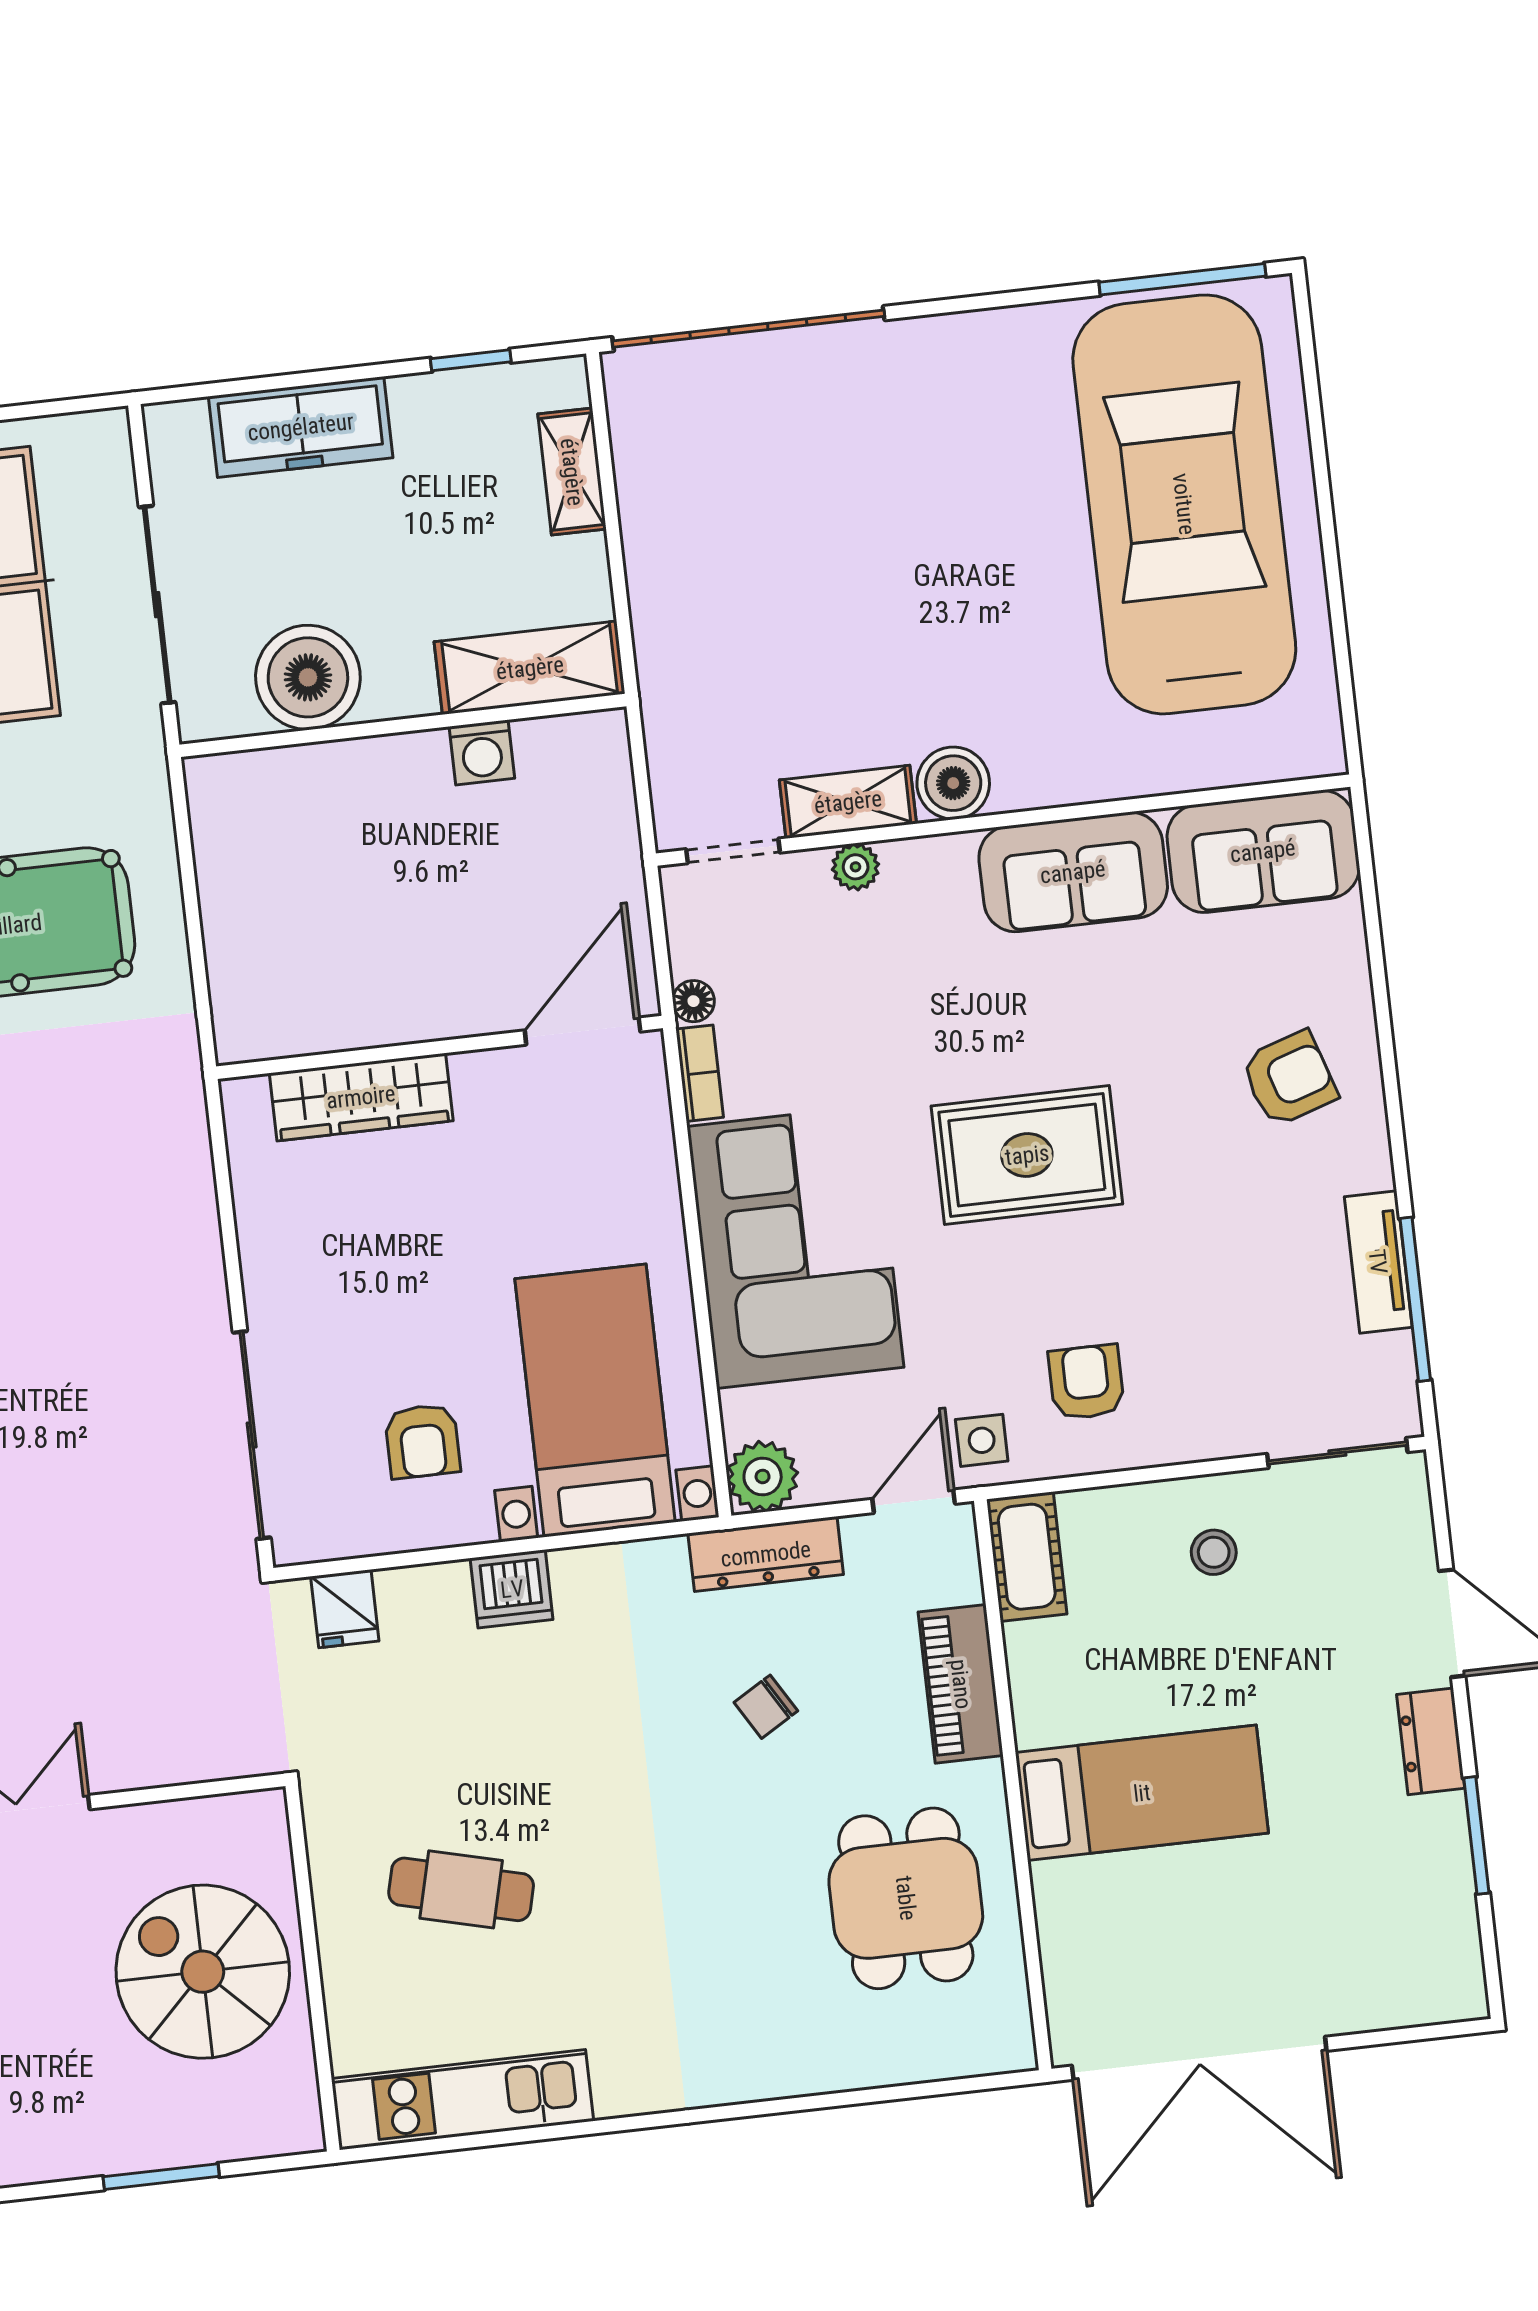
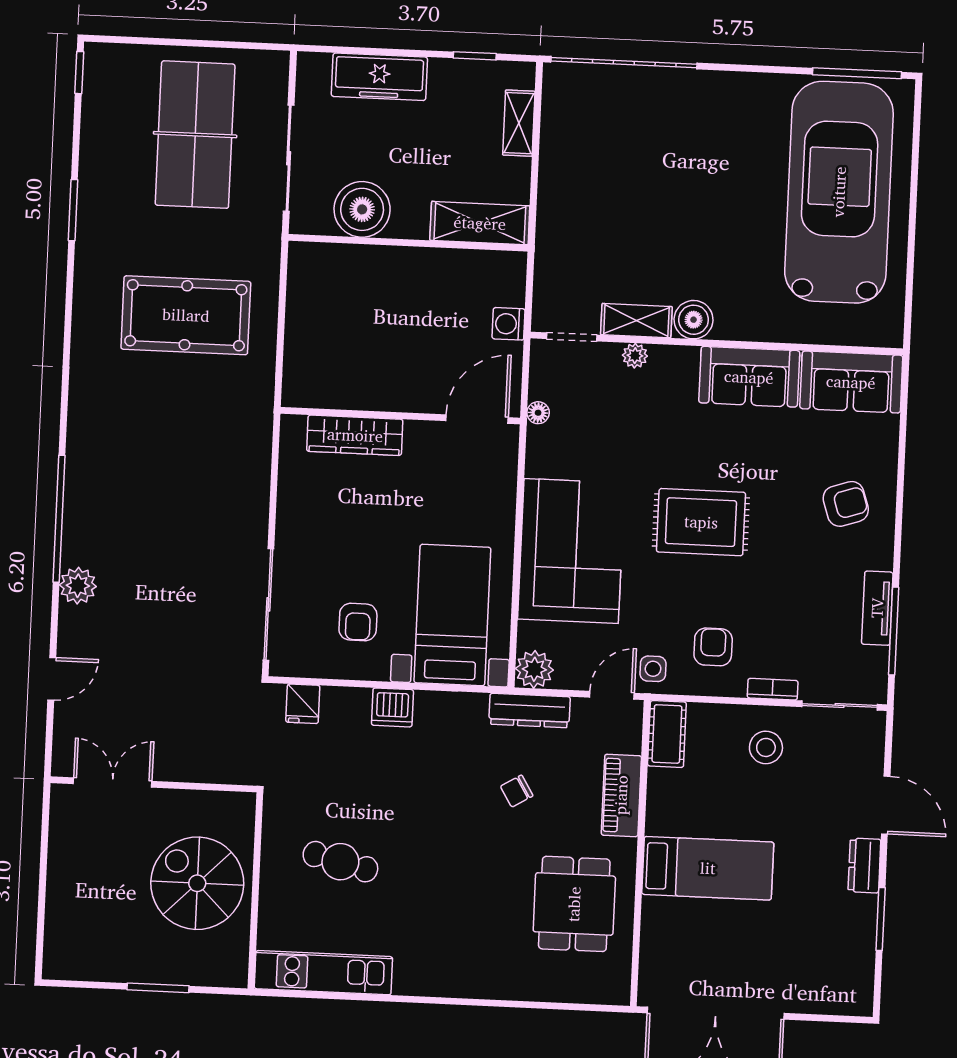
washing machine: (482, 752) -> (509, 324), moved, turned 90
bookcase: (700, 1073) -> (773, 689), moved, turned -90
stool: (1214, 1552) -> (766, 747), width x1.37, depth x1.37

